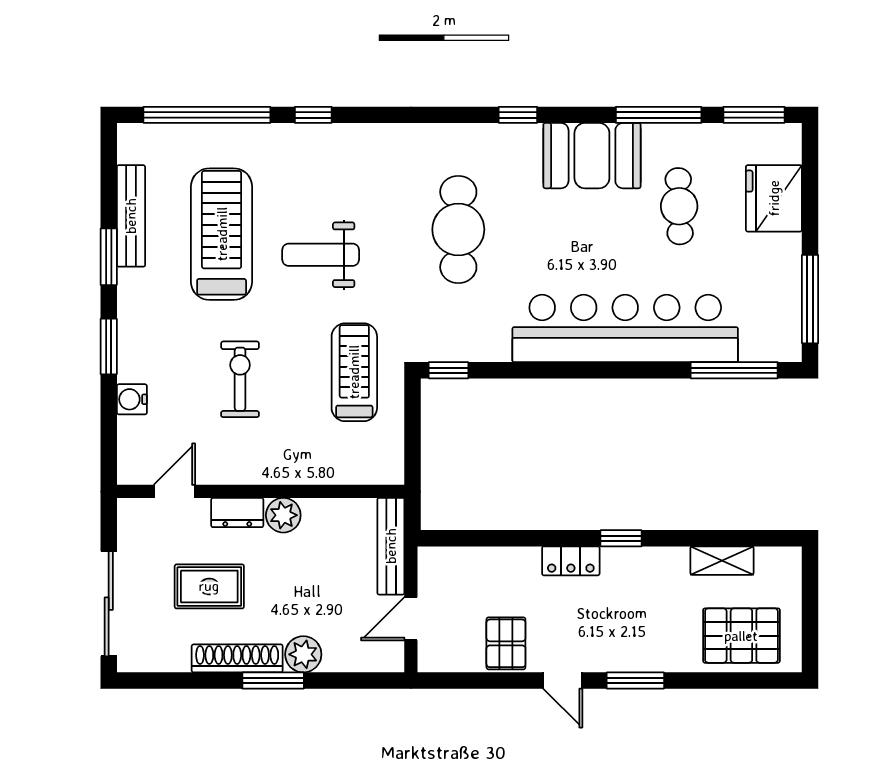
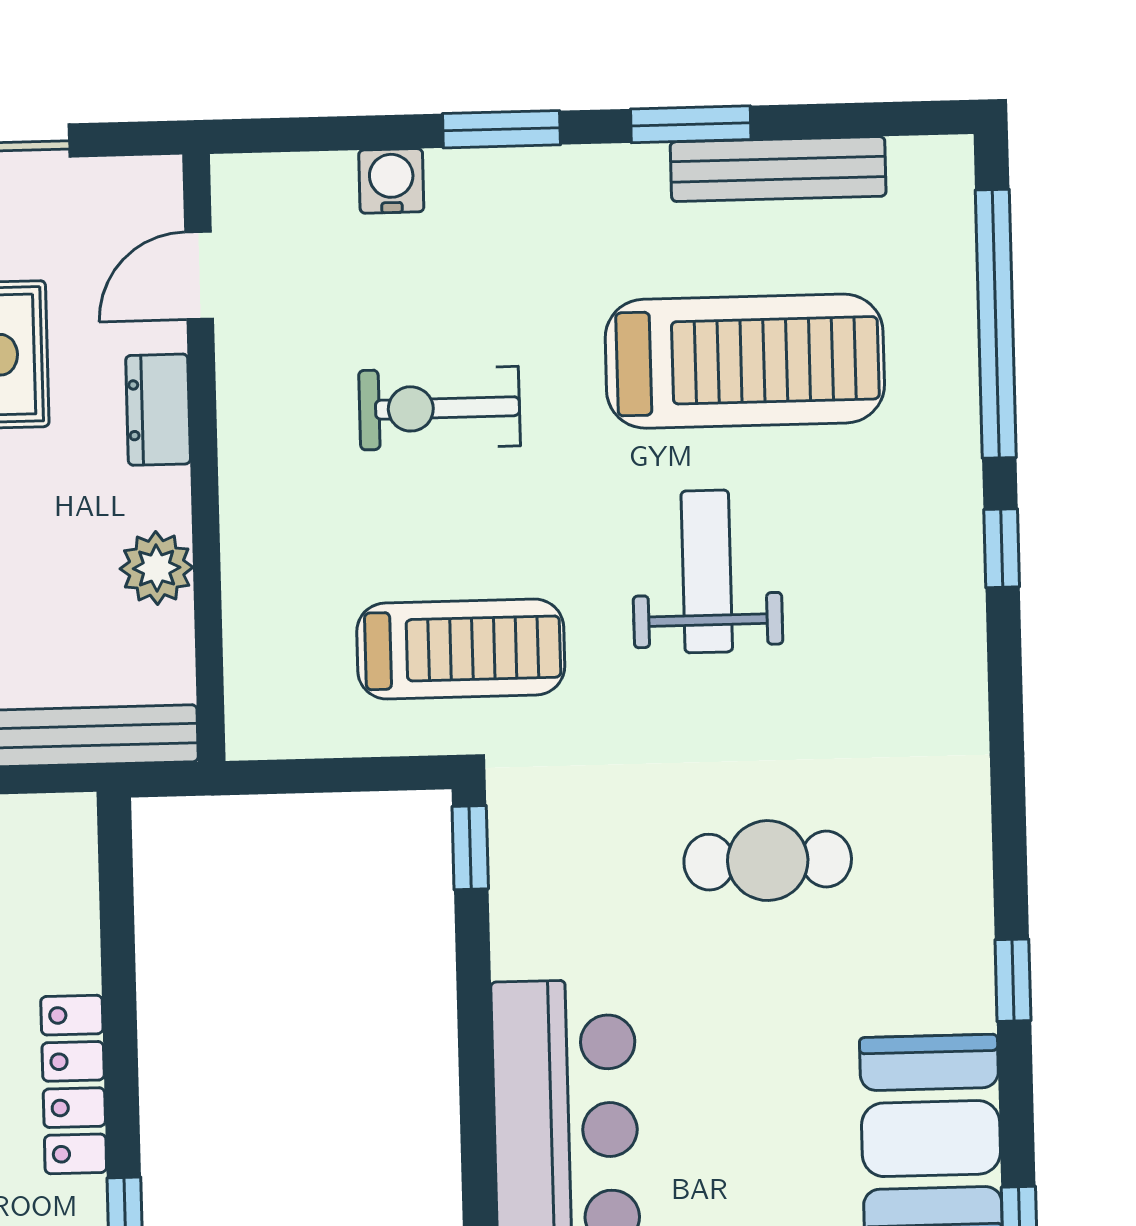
cafe table: (458, 229) -> (768, 861), width x0.73, depth x0.74
exercise bike: (240, 379) -> (440, 408), turned 180
door: (174, 491) -> (199, 276), swing flipped
plant: (283, 515) -> (157, 568), moved
locker: (571, 561) -> (74, 1084), width x1.53

